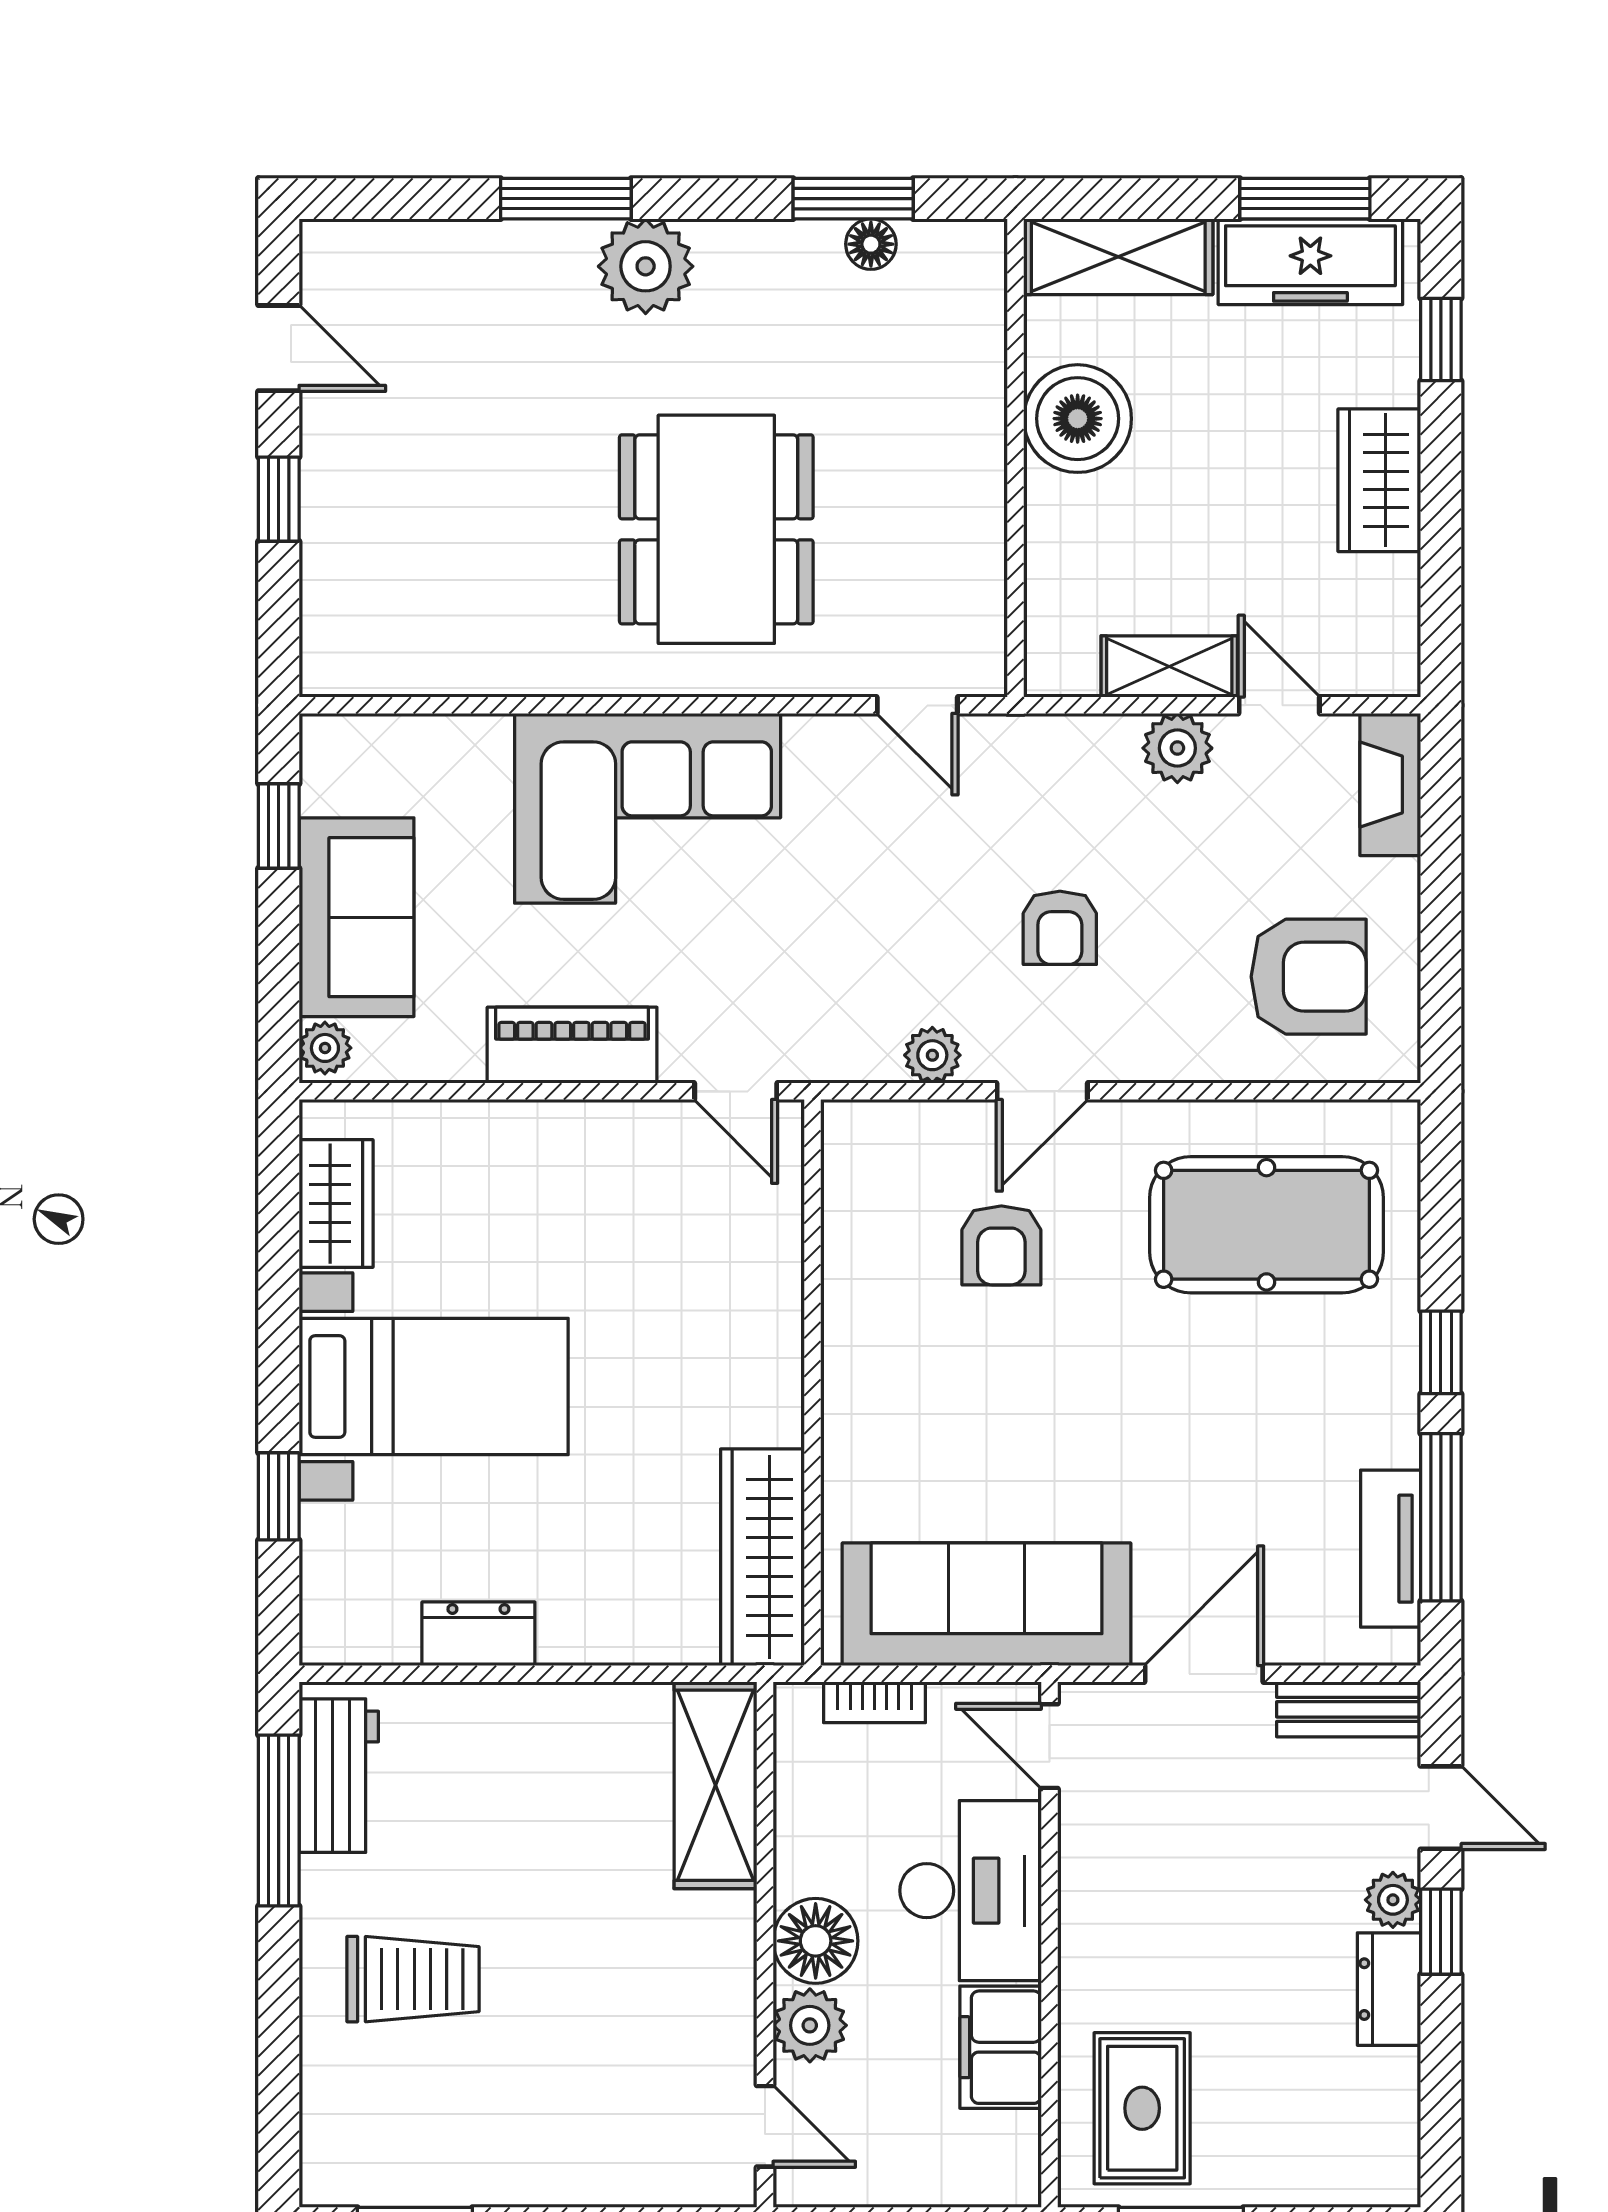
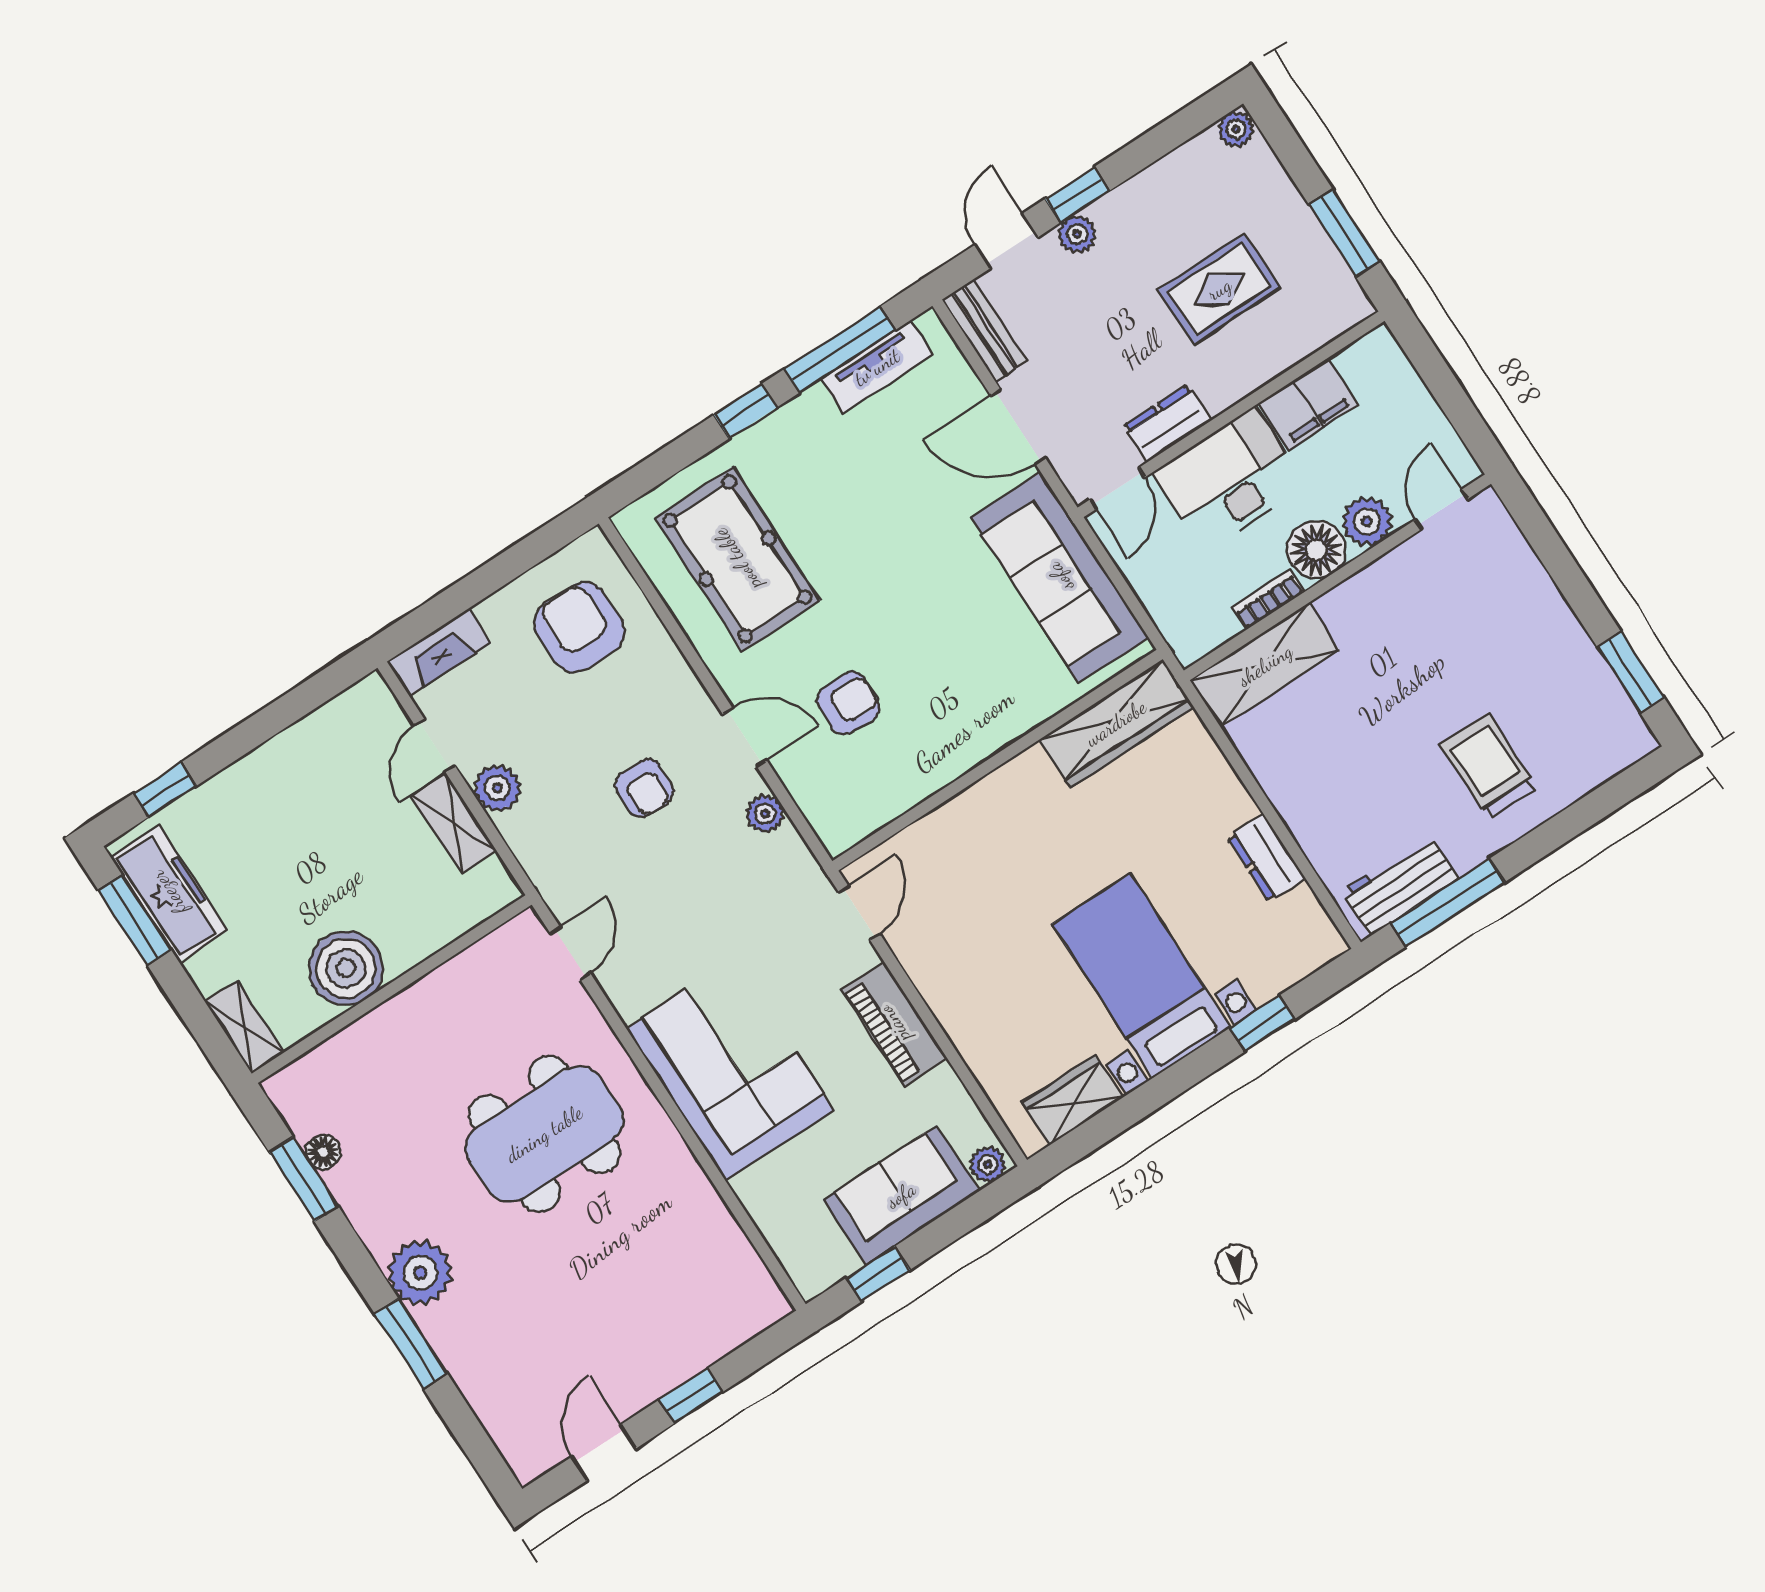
shelving: (1118, 257) -> (244, 1027), width x0.67, depth x0.75
wardrobe: (1379, 480) -> (269, 772), removed
armchair: (1060, 928) -> (644, 788), turned 90
bookcase: (874, 1702) -> (1268, 599), moved, turned -90
dresser: (1389, 1989) -> (1167, 423), moved, turned 180
rug: (1142, 2108) -> (1219, 289), moved
plant: (1395, 2178) -> (1236, 129), added

